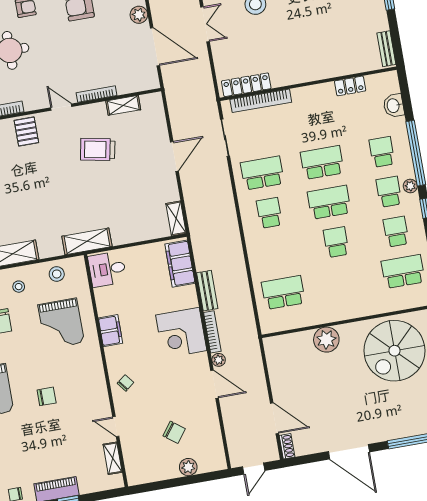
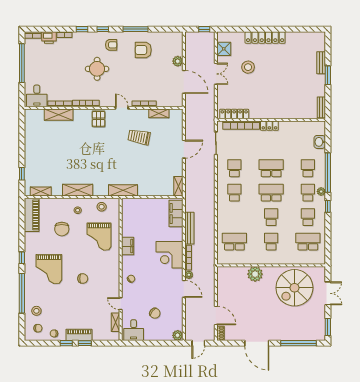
locker: (350, 86) -> (269, 126), moved
school desk: (262, 173) -> (234, 168), width x0.54
desk: (107, 269) -> (134, 330), moved, turned -90
school desk: (343, 282) -> (271, 242), added
bench: (207, 291) -> (189, 228), width x1.36
plant: (188, 467) -> (178, 335), moved

